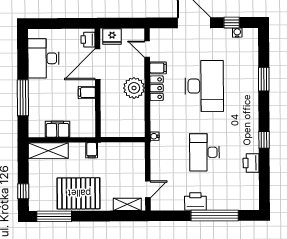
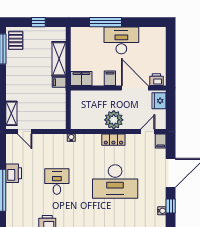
desk: (43, 58) -> (121, 40), moved
filing cabinet: (158, 68) -> (161, 141), moved
filing cabinet: (57, 129) -> (81, 79), moved, turned -90
shelving: (48, 151) -> (59, 59), moved
desk: (205, 152) -> (57, 182), width x0.73
window: (23, 191) -> (38, 22), moved
pallet: (79, 193) -> (16, 40), moved, width x0.49, depth x0.50

